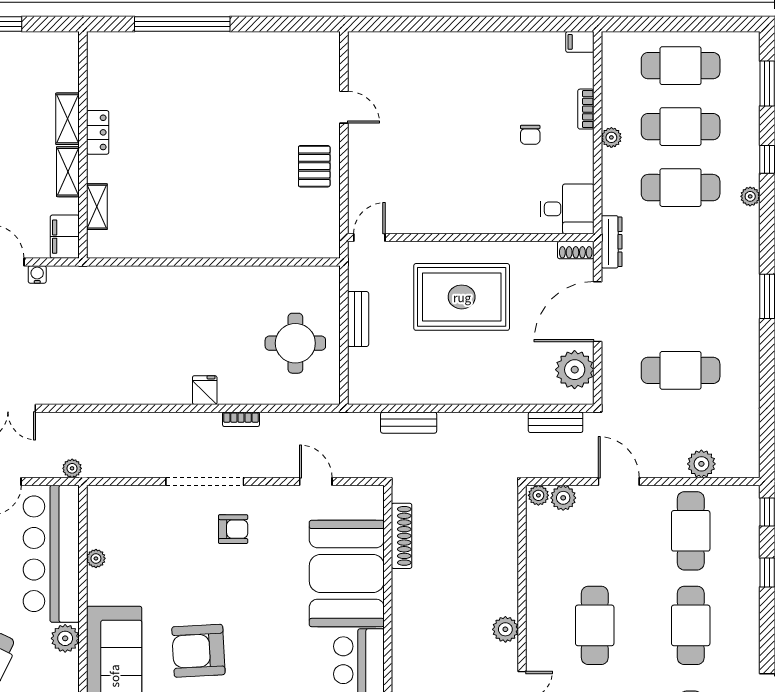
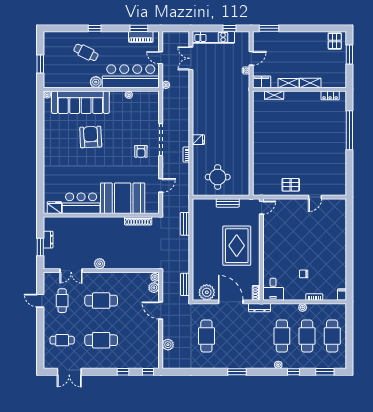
locker: (98, 132) -> (330, 95), moved
door: (369, 238) -> (261, 208), hinge flipped
door: (619, 481) -> (161, 311), swing flipped
cafe table: (691, 531) -> (140, 340), removed

